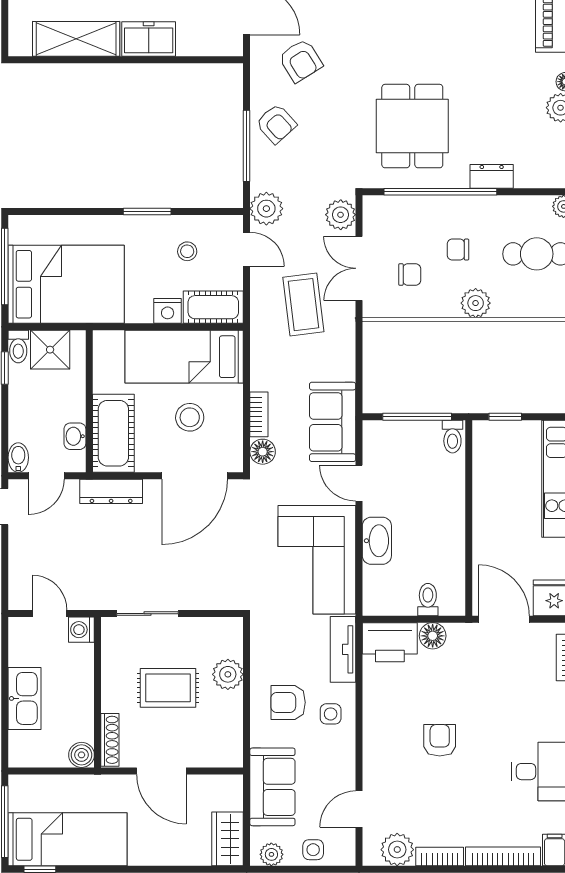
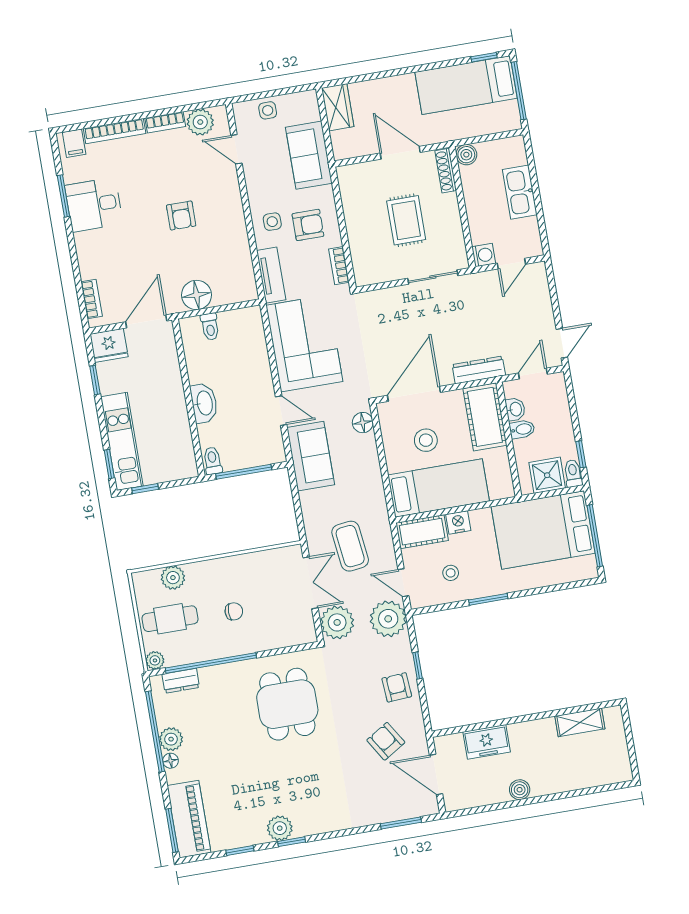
shelving: (76, 39) -> (580, 722), width x0.67, depth x0.75
freezer: (149, 39) -> (487, 742), moved
armchair: (276, 124) -> (397, 687), turned 38
window: (247, 146) -> (417, 666), width x0.46
dresser: (492, 176) -> (181, 681), moved
window: (440, 192) -> (211, 663), moved
plant: (266, 209) -> (388, 619), width x1.36, depth x1.36
plant: (341, 215) -> (337, 622), width x1.36, depth x1.36
chair: (410, 274) -> (269, 585), removed
plant: (476, 303) -> (173, 578), moved
bookcase: (259, 414) -> (339, 266), moved
window: (505, 417) -> (145, 489), moved
bidet: (18, 458) -> (522, 429), moved, turned -90
washbasin: (377, 541) -> (204, 403), moved, turned 180
door: (50, 614) -> (511, 264), hinge flipped
door: (504, 619) -> (146, 321), swing flipped
floor lamp: (433, 636) -> (196, 295), width x1.38, depth x1.38
printer: (390, 642) -> (235, 287), removed
plant: (228, 674) -> (360, 239), removed
rug: (168, 688) -> (406, 220), turned 90
door: (359, 809) -> (236, 149), swing flipped
plant: (271, 854) -> (300, 101), removed

